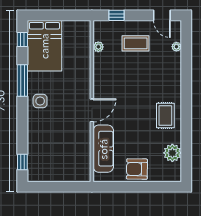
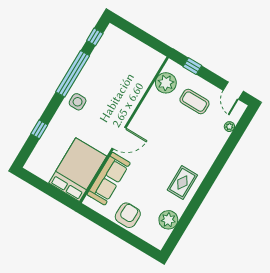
bed: (44, 46) -> (78, 170), moved, turned 180
plant: (98, 47) -> (166, 83), width x1.87, depth x1.87
window: (22, 80) -> (73, 74), width x1.46
window: (22, 162) -> (39, 129), moved
armchair: (137, 169) -> (128, 215), turned 90

